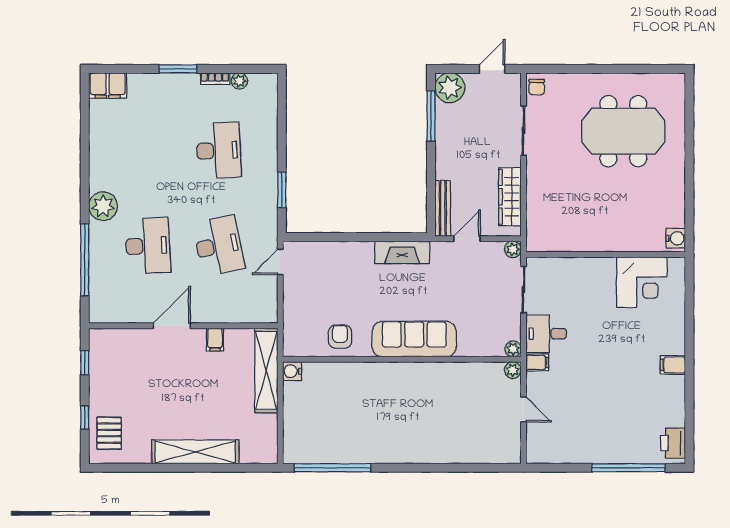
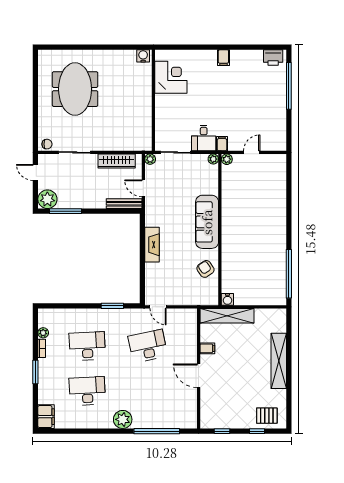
desk: (148, 246) -> (87, 391), moved
fireplace: (402, 252) -> (152, 245), moved
armchair: (340, 337) -> (205, 269), turned 56

